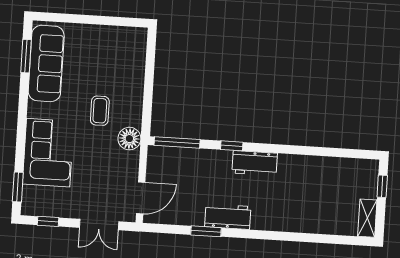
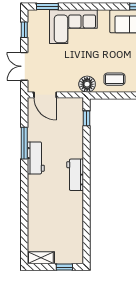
coffee table: (100, 111) -> (114, 79), moved
window: (177, 142) -> (86, 118), width x0.46
window: (232, 146) -> (86, 158), removed
window: (206, 231) -> (24, 143), width x1.44

